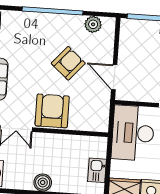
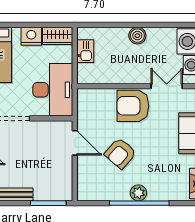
plant: (93, 24) -> (138, 193), moved
armchair: (52, 111) -> (133, 106), turned 90

